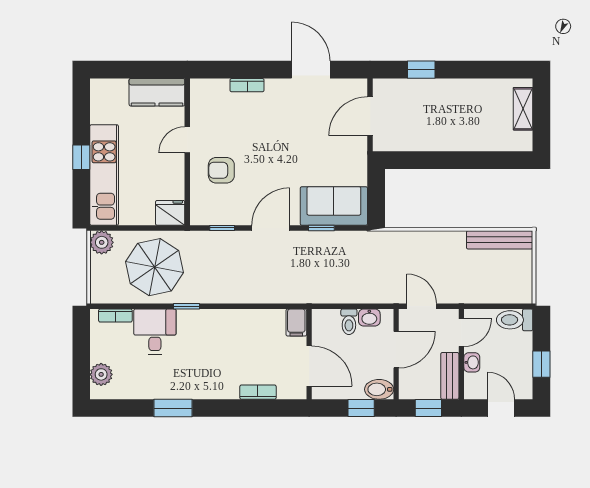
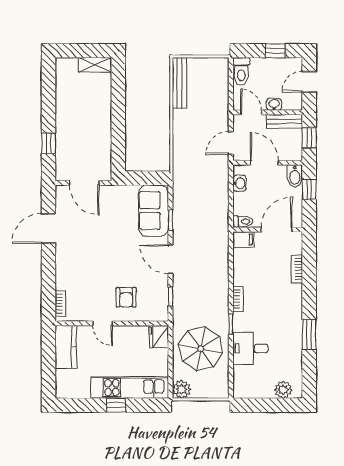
bookcase: (247, 85) -> (60, 304), moved
shelving: (523, 109) -> (95, 65), moved
bookcase: (115, 316) -> (238, 299), moved
toilet: (349, 322) -> (243, 222), moved

